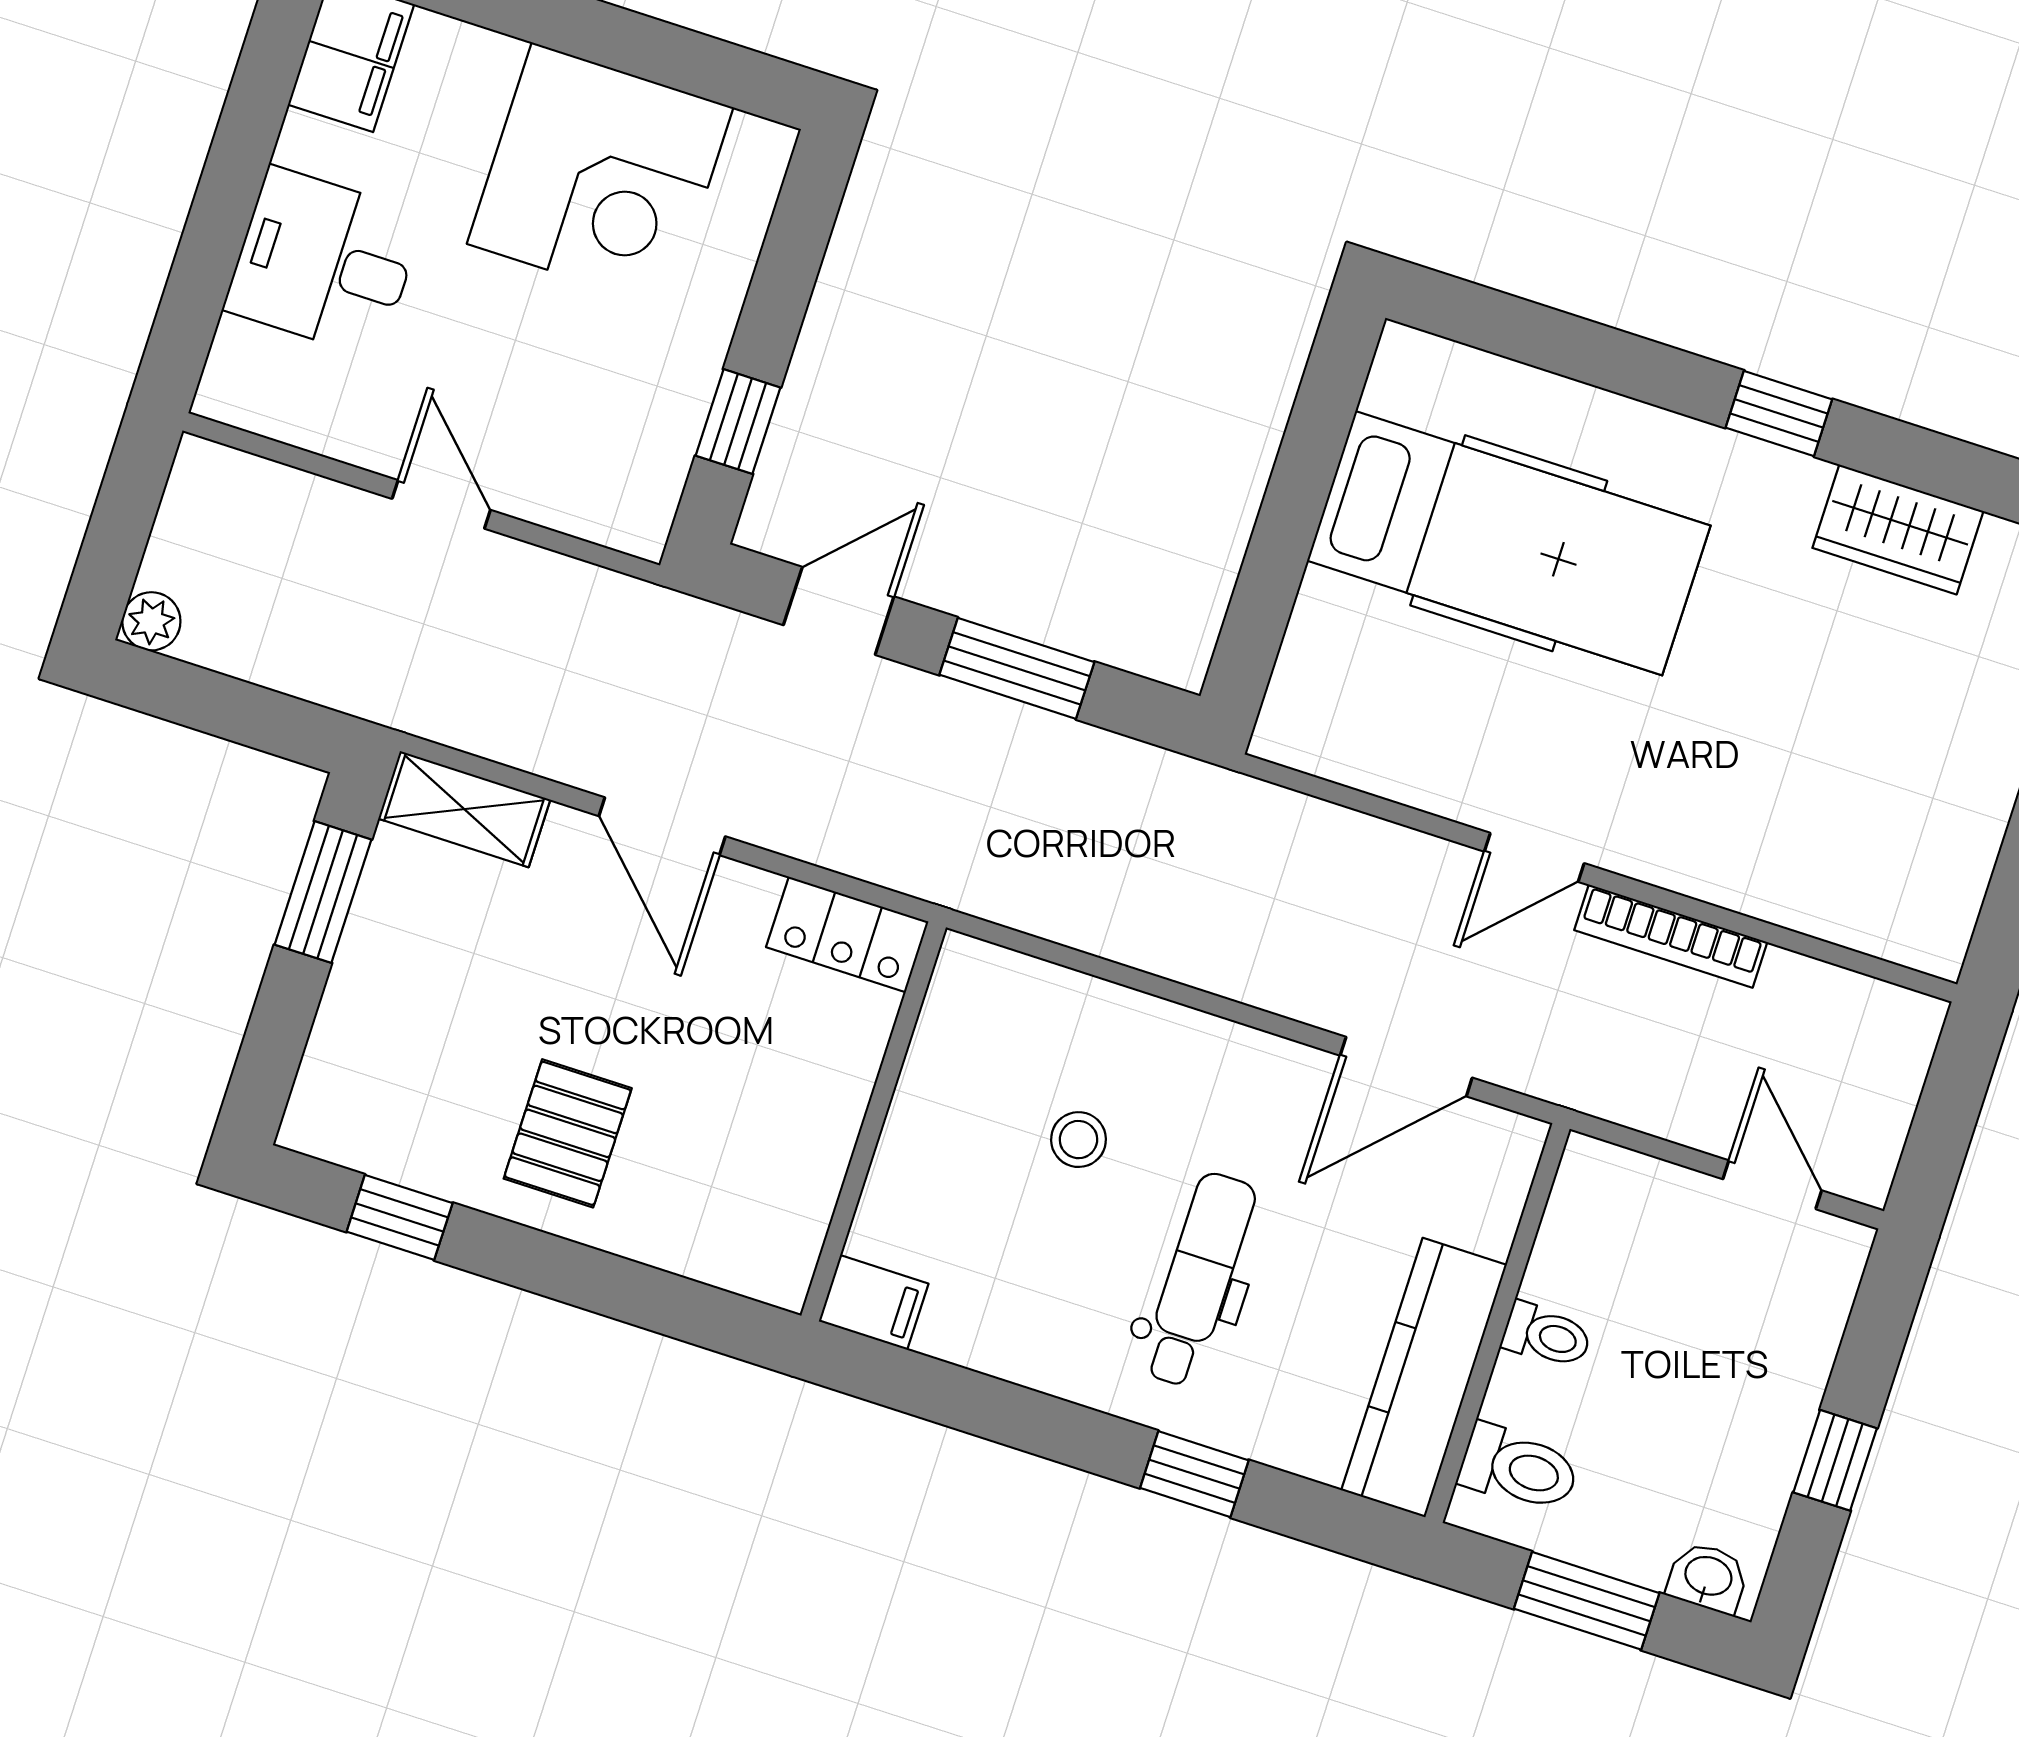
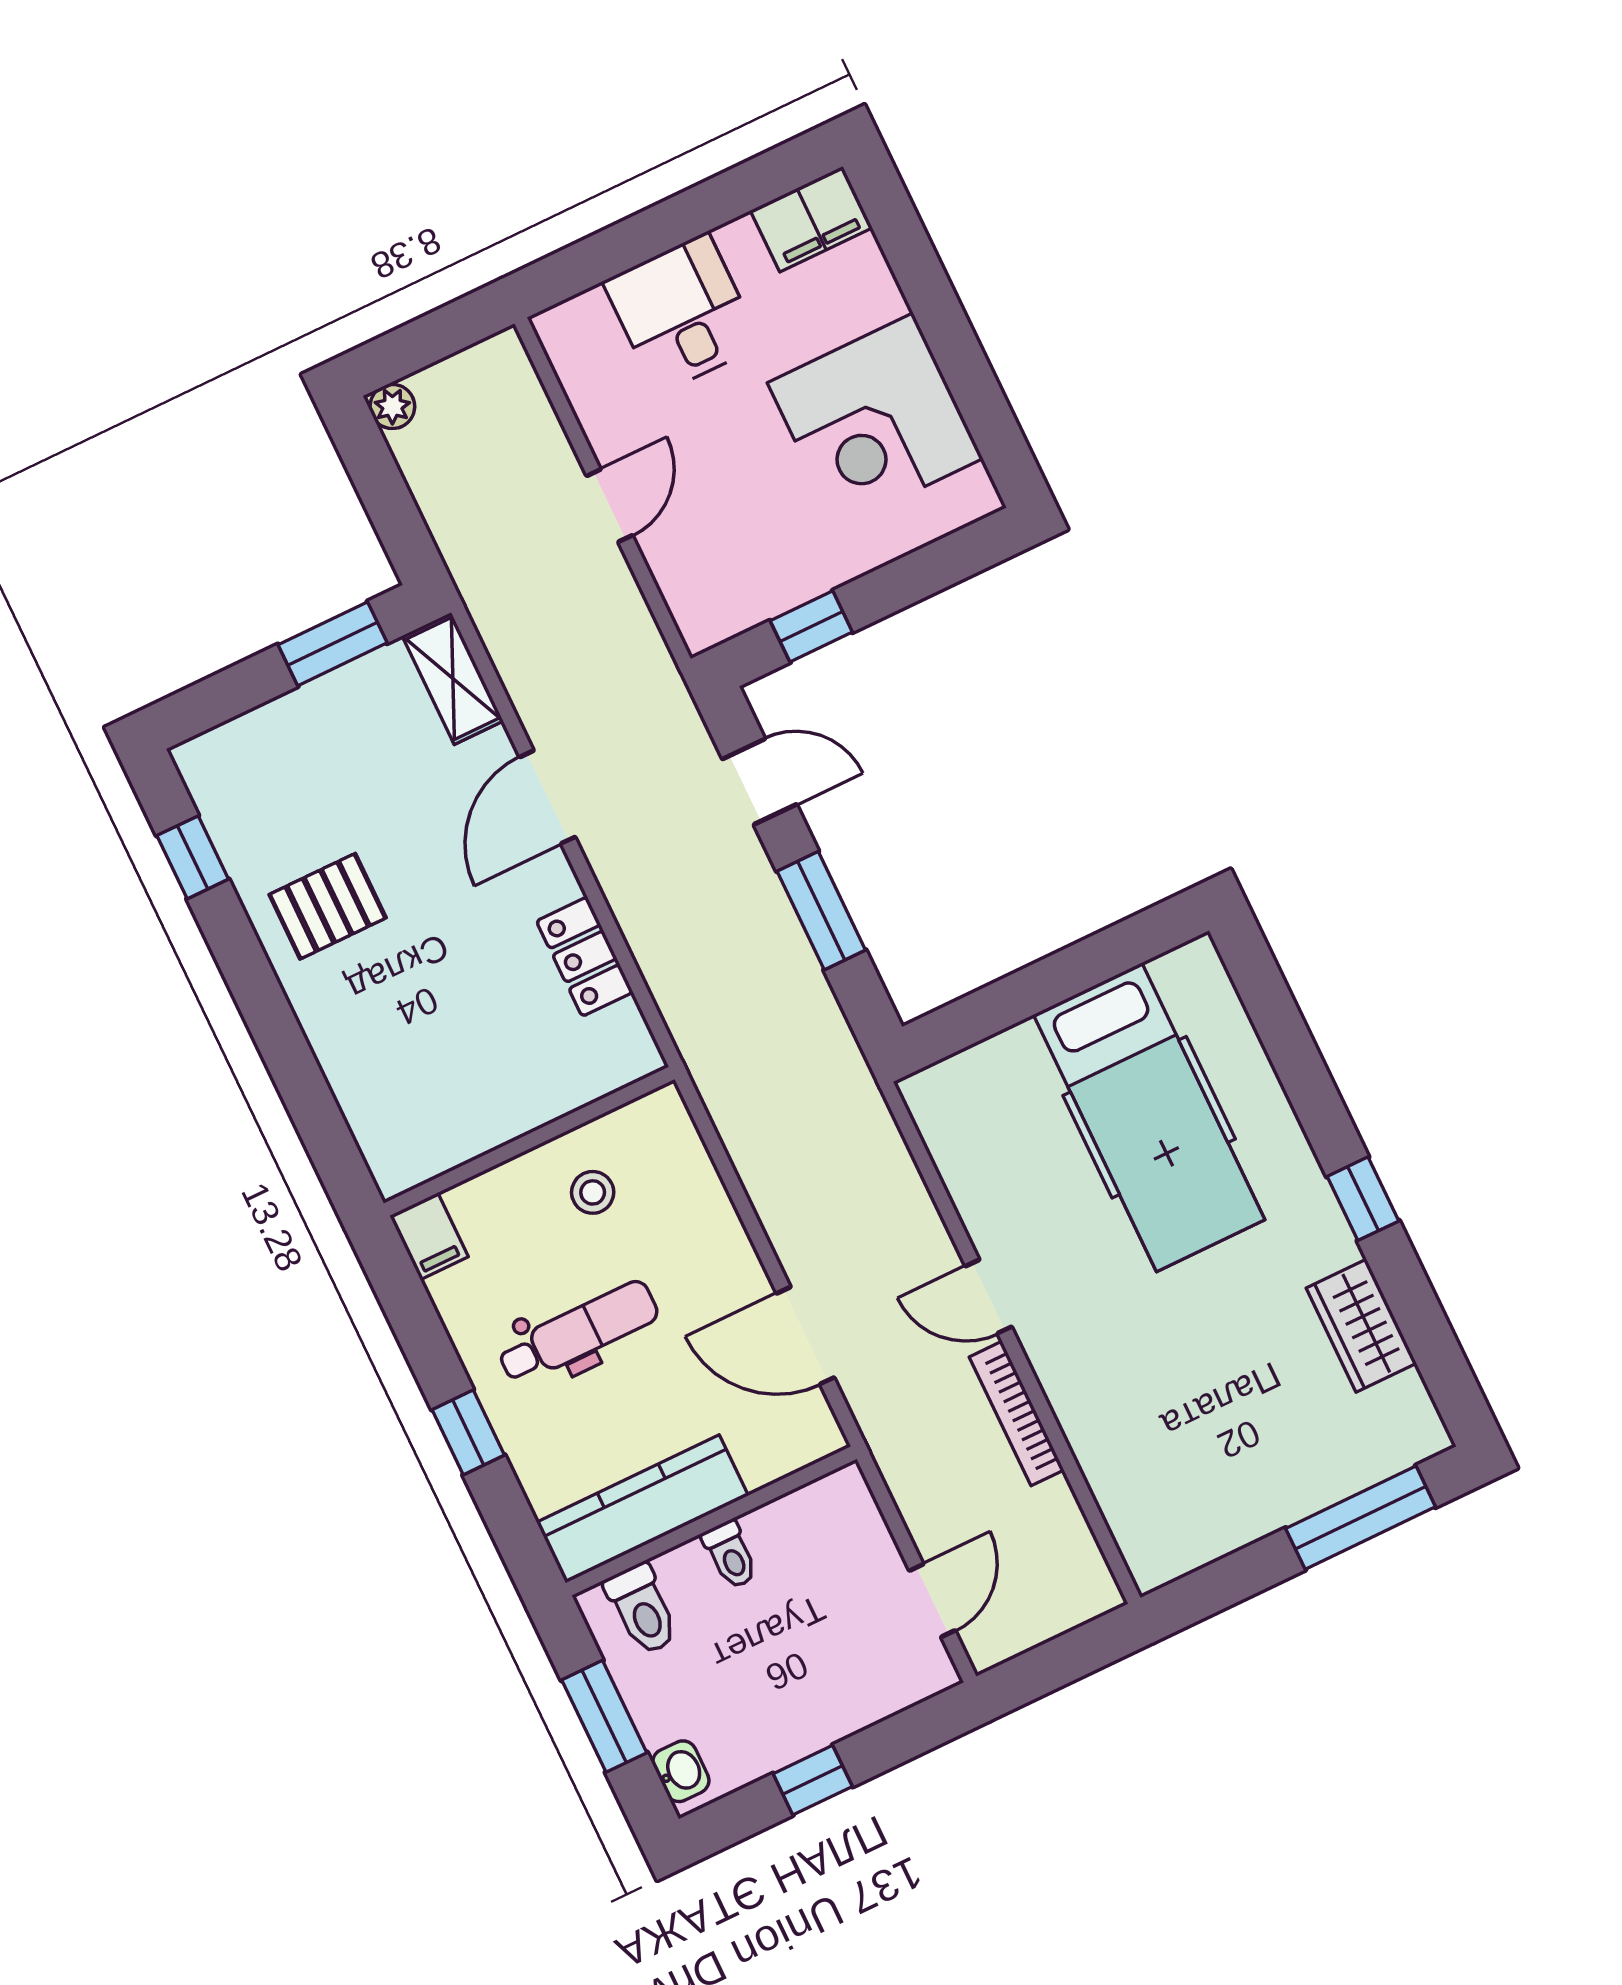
wall: (874, 1122) -> (529, 1141), moved
filing cabinet: (873, 1302) -> (429, 1236), moved

